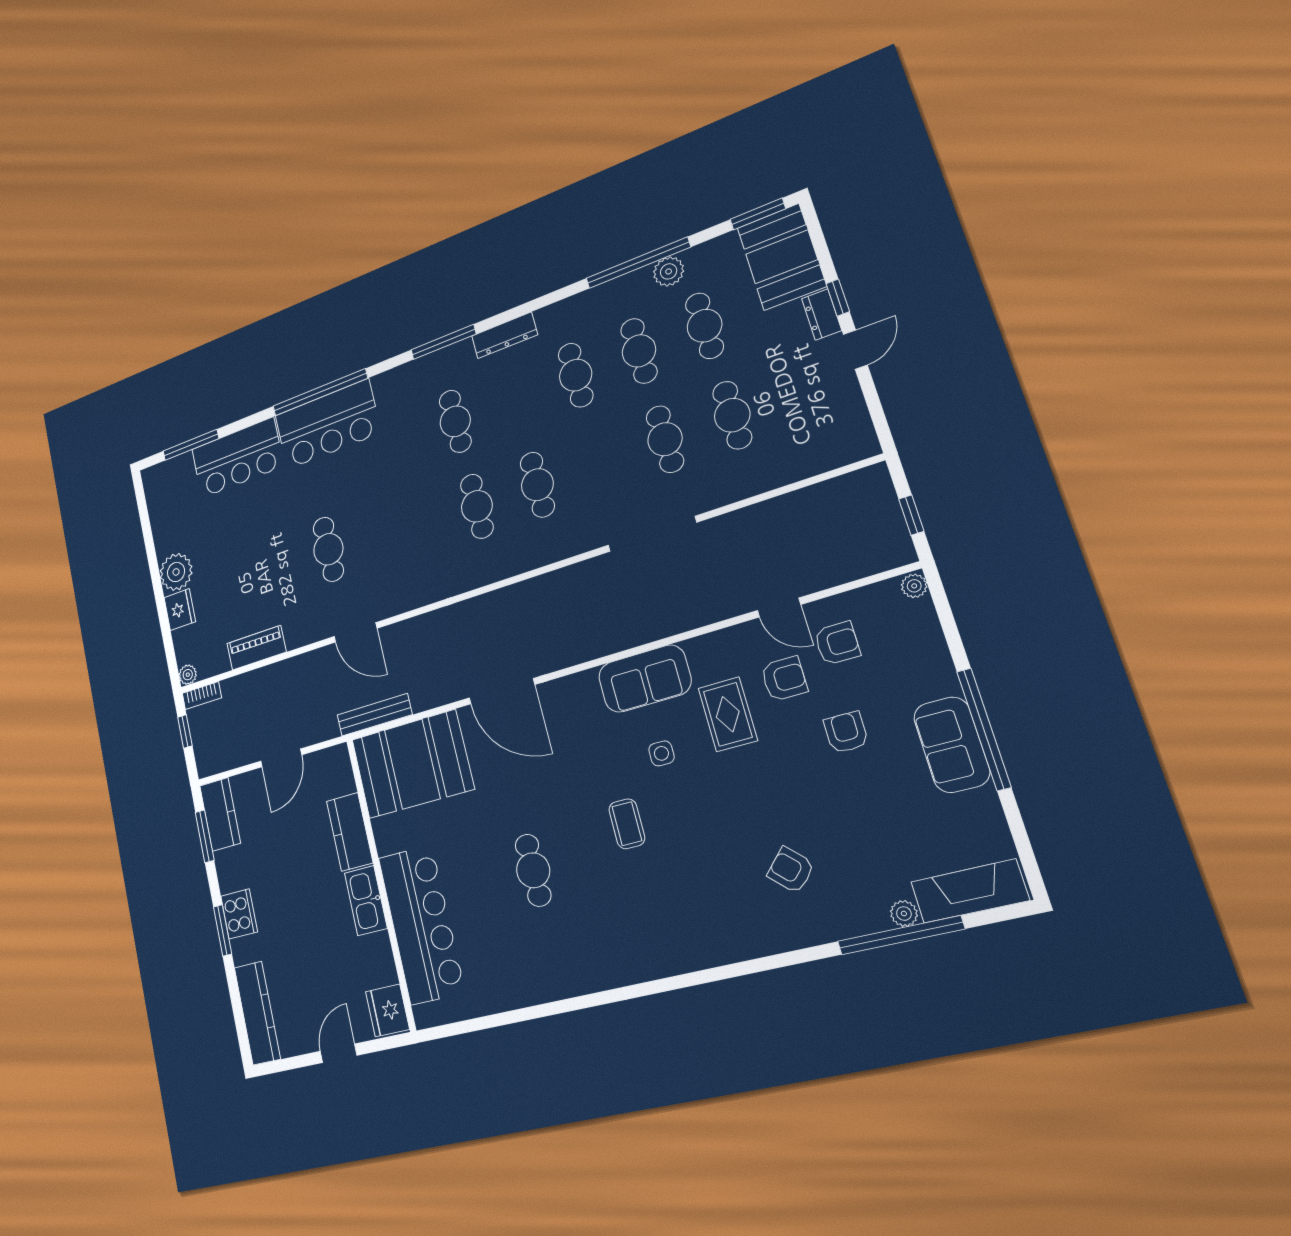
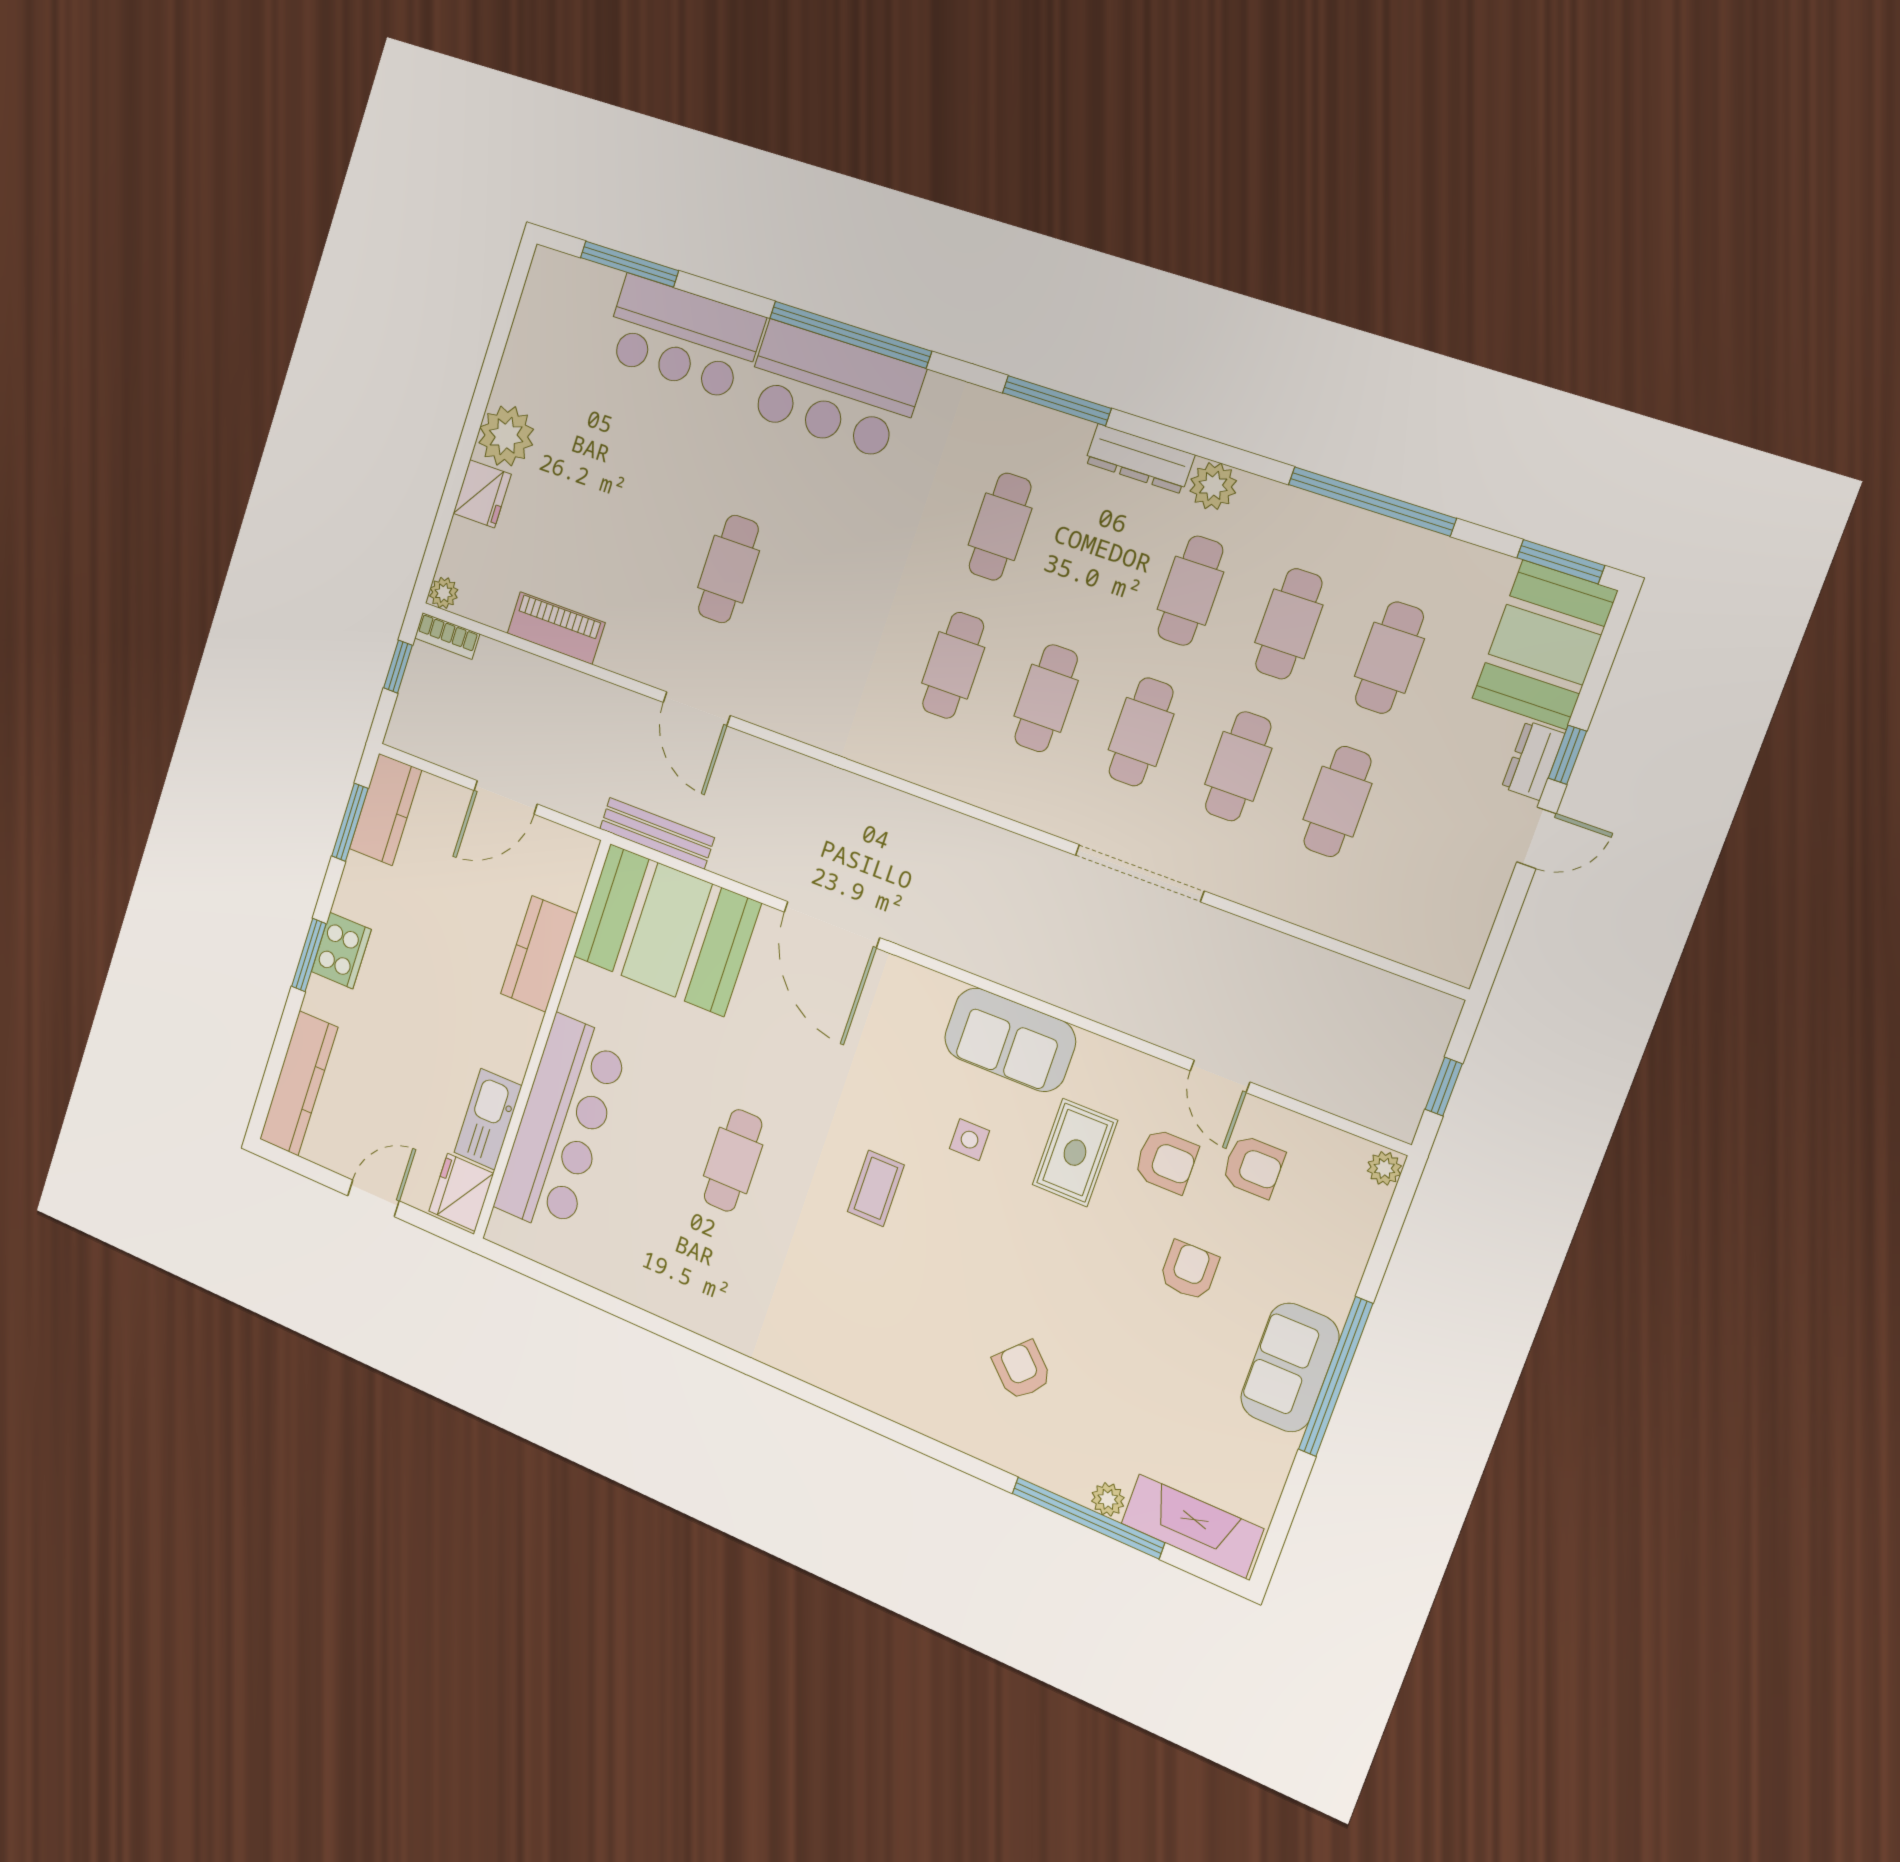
plant: (669, 271) -> (1213, 486), moved
cafe table: (600, 462) -> (1141, 732), added
kitchen sink: (366, 901) -> (488, 1119), moved

